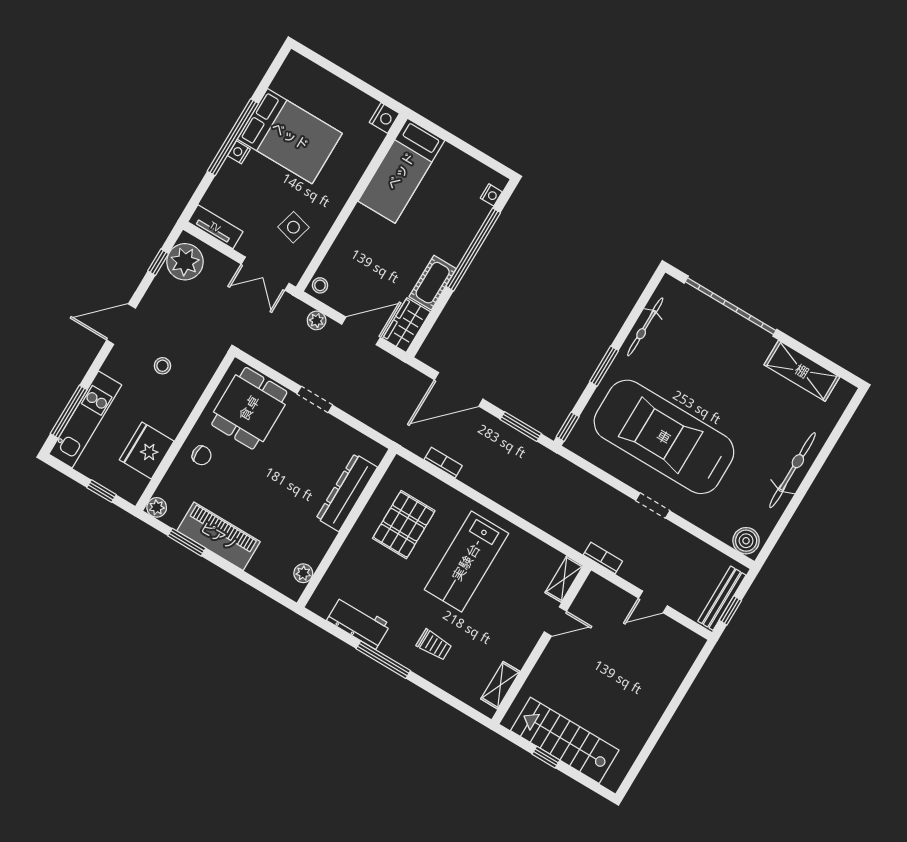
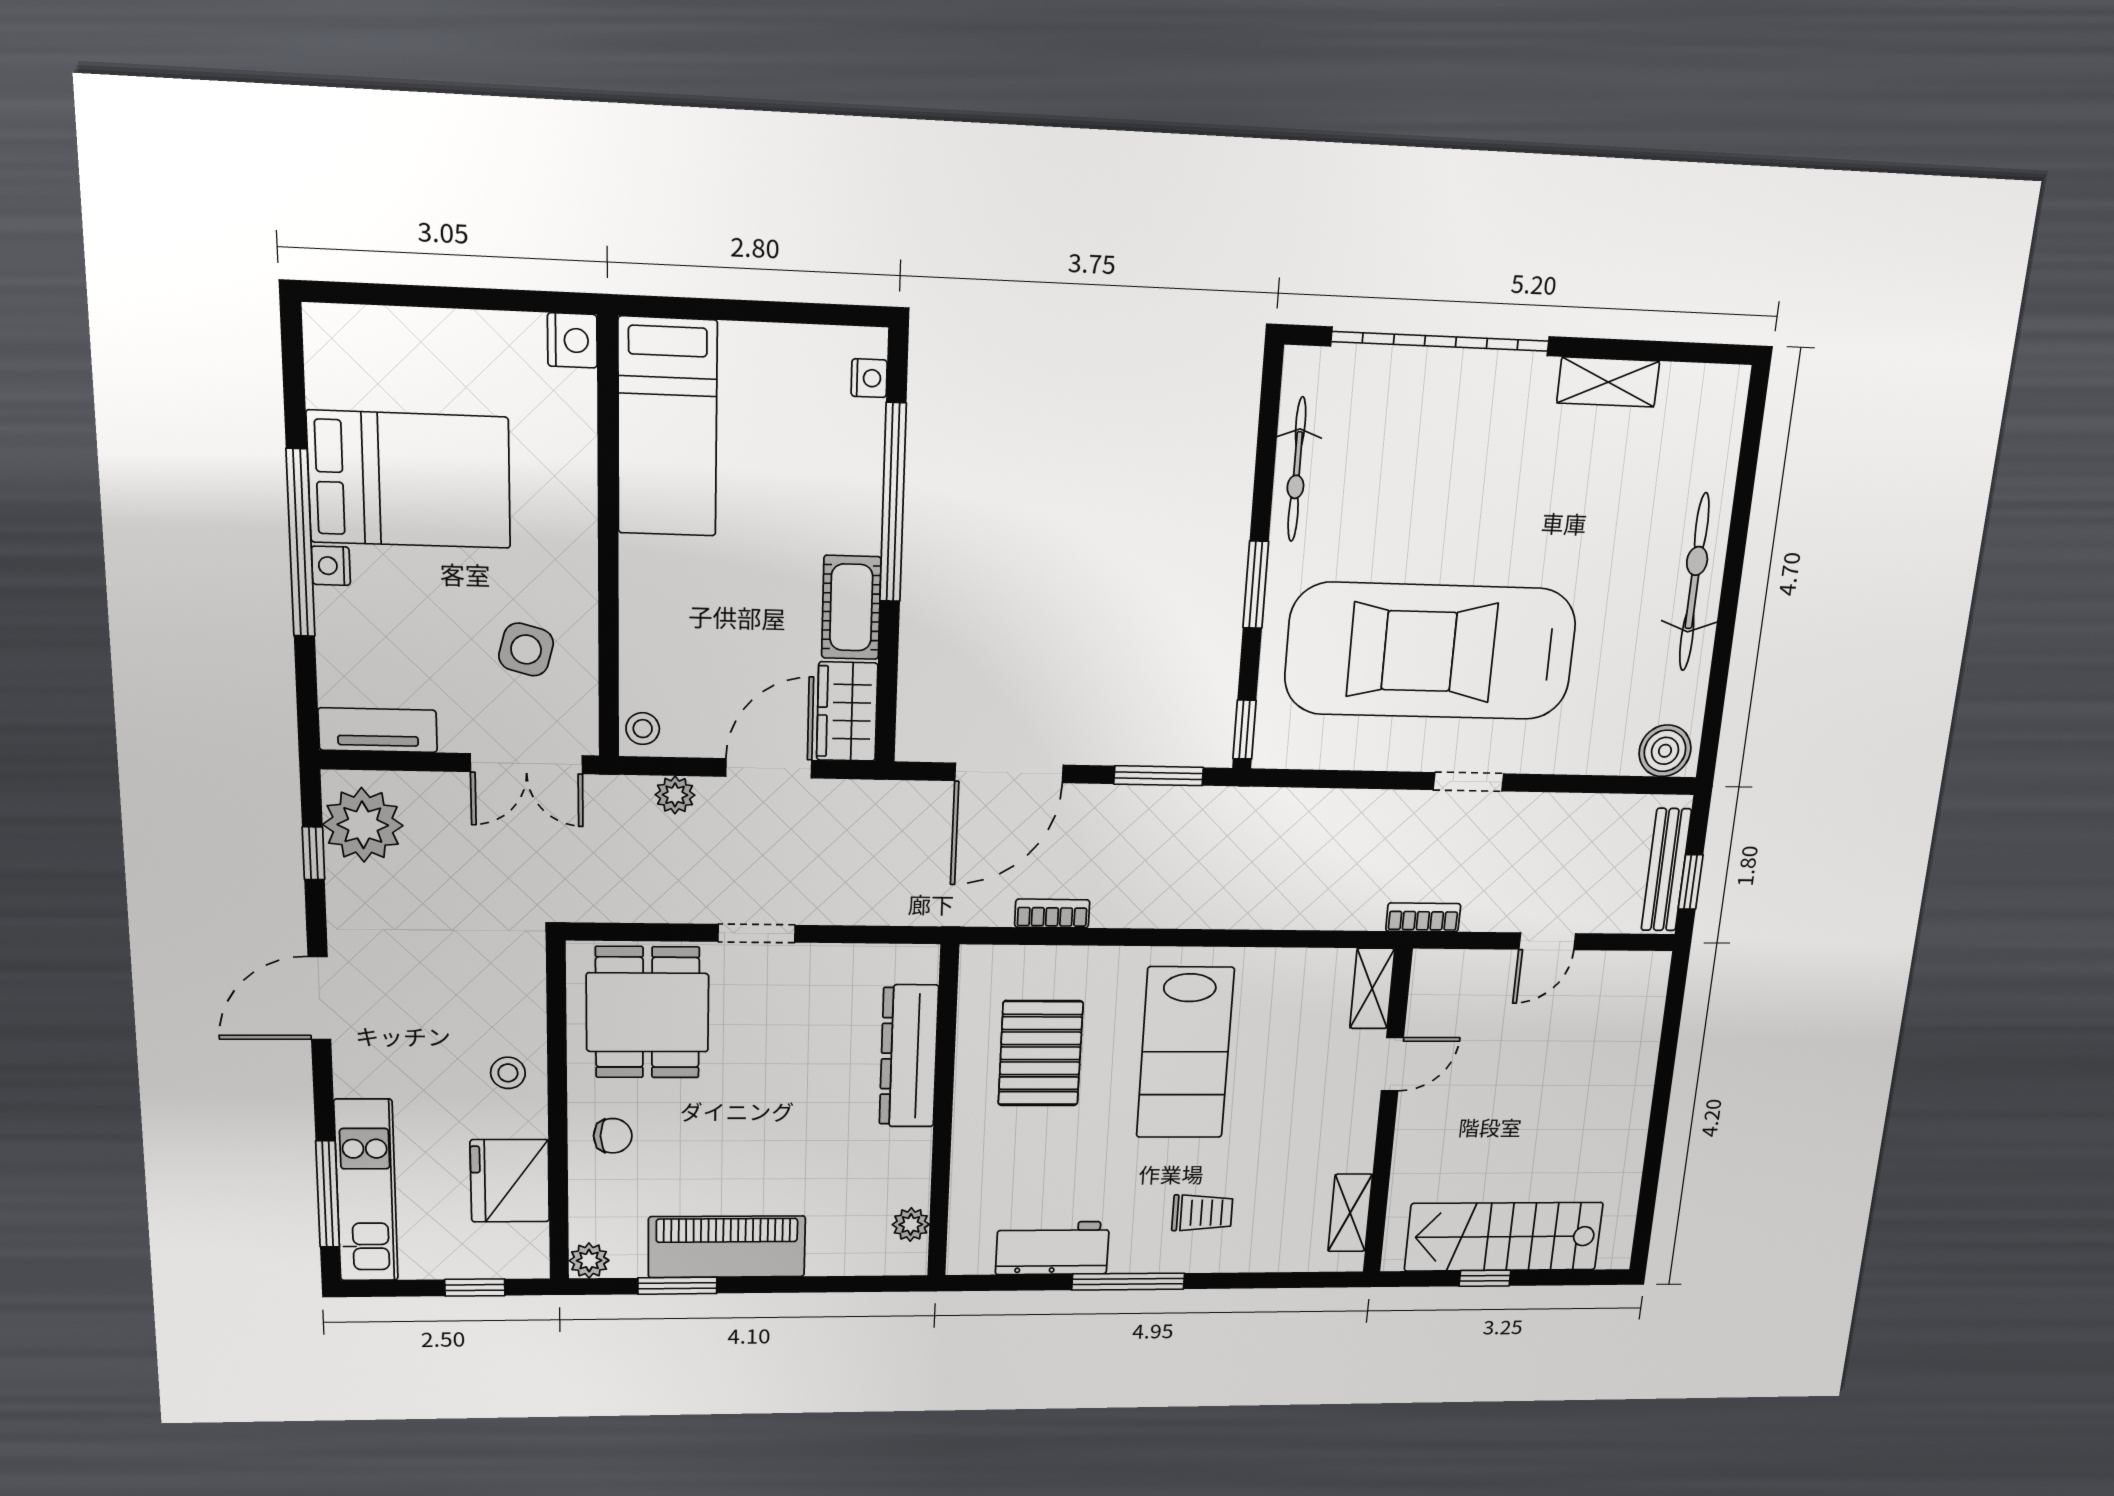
stool: (162, 366) -> (508, 1073), moved
shelving: (802, 371) -> (1608, 382), width x0.67, depth x0.75

